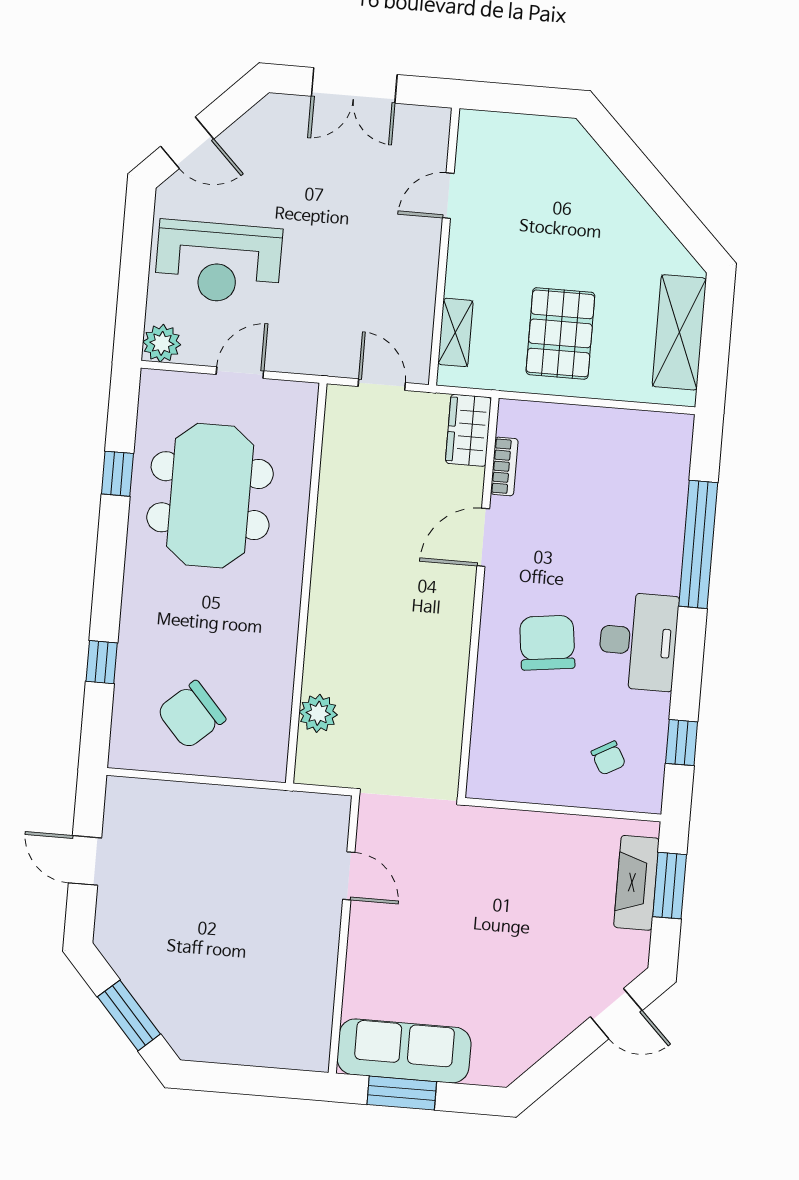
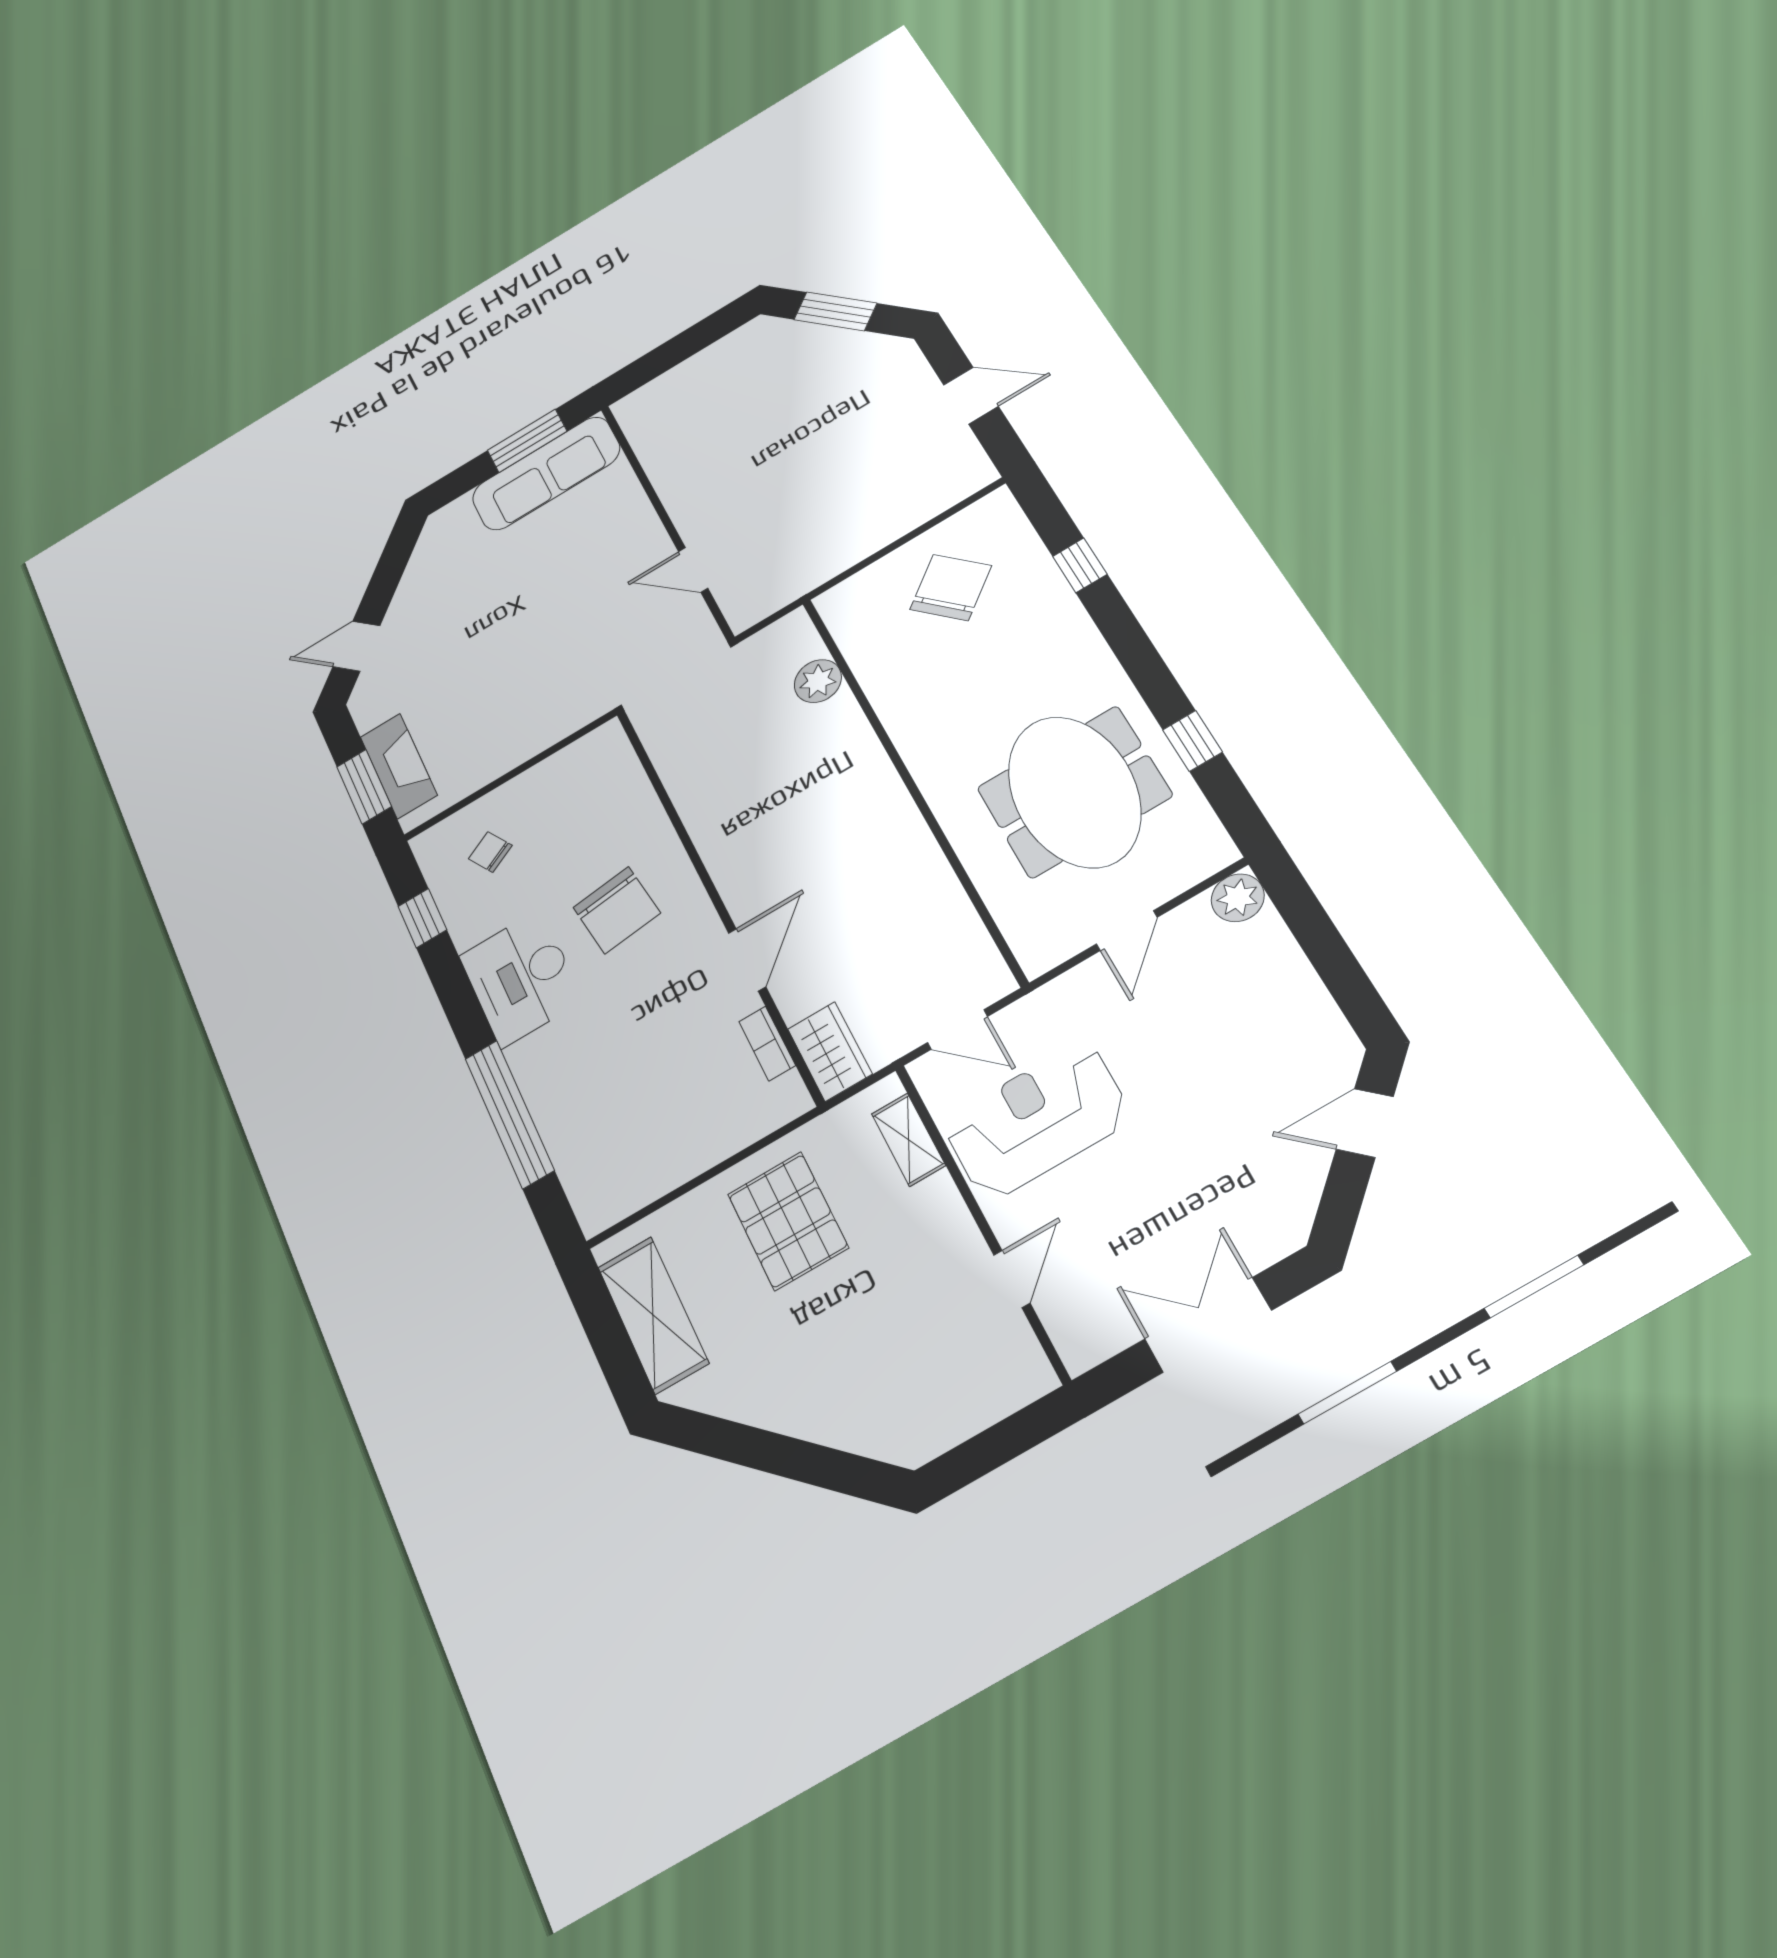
reception desk: (218, 262) -> (1037, 1121), moved

